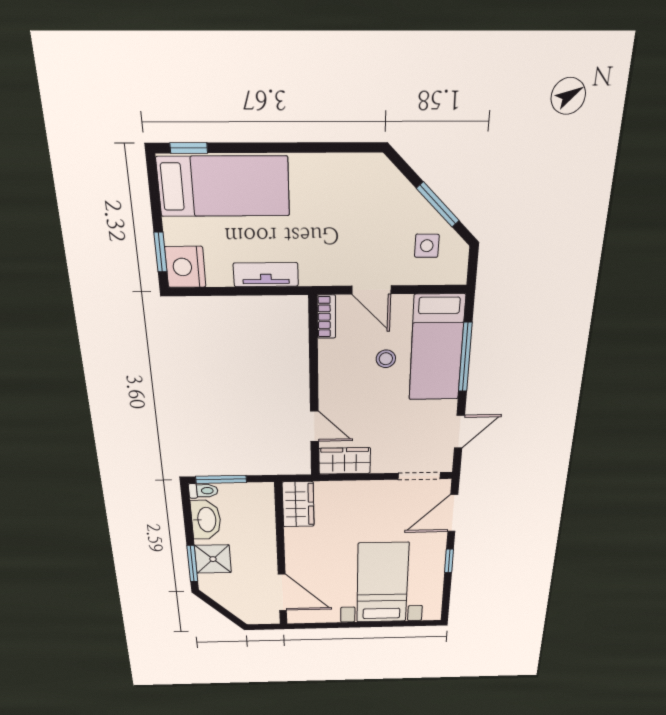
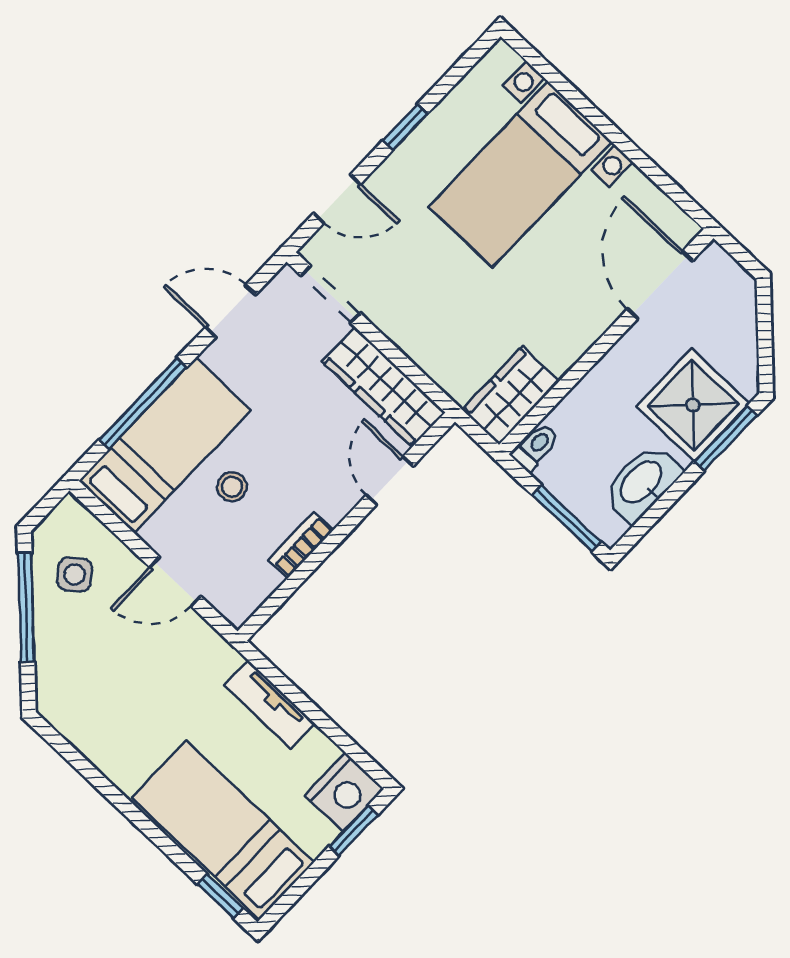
window: (438, 205) -> (26, 607), width x1.44
side table: (427, 246) -> (75, 574), turned -38
door: (371, 290) -> (175, 582), swing flipped
bookcase: (326, 317) -> (301, 545), moved
wardrobe: (345, 461) -> (384, 387), width x1.50
toilet: (203, 491) -> (535, 447), moved, turned 90
door: (453, 513) -> (337, 199), width x0.73
shower: (213, 559) -> (693, 405), width x1.36, depth x1.36

